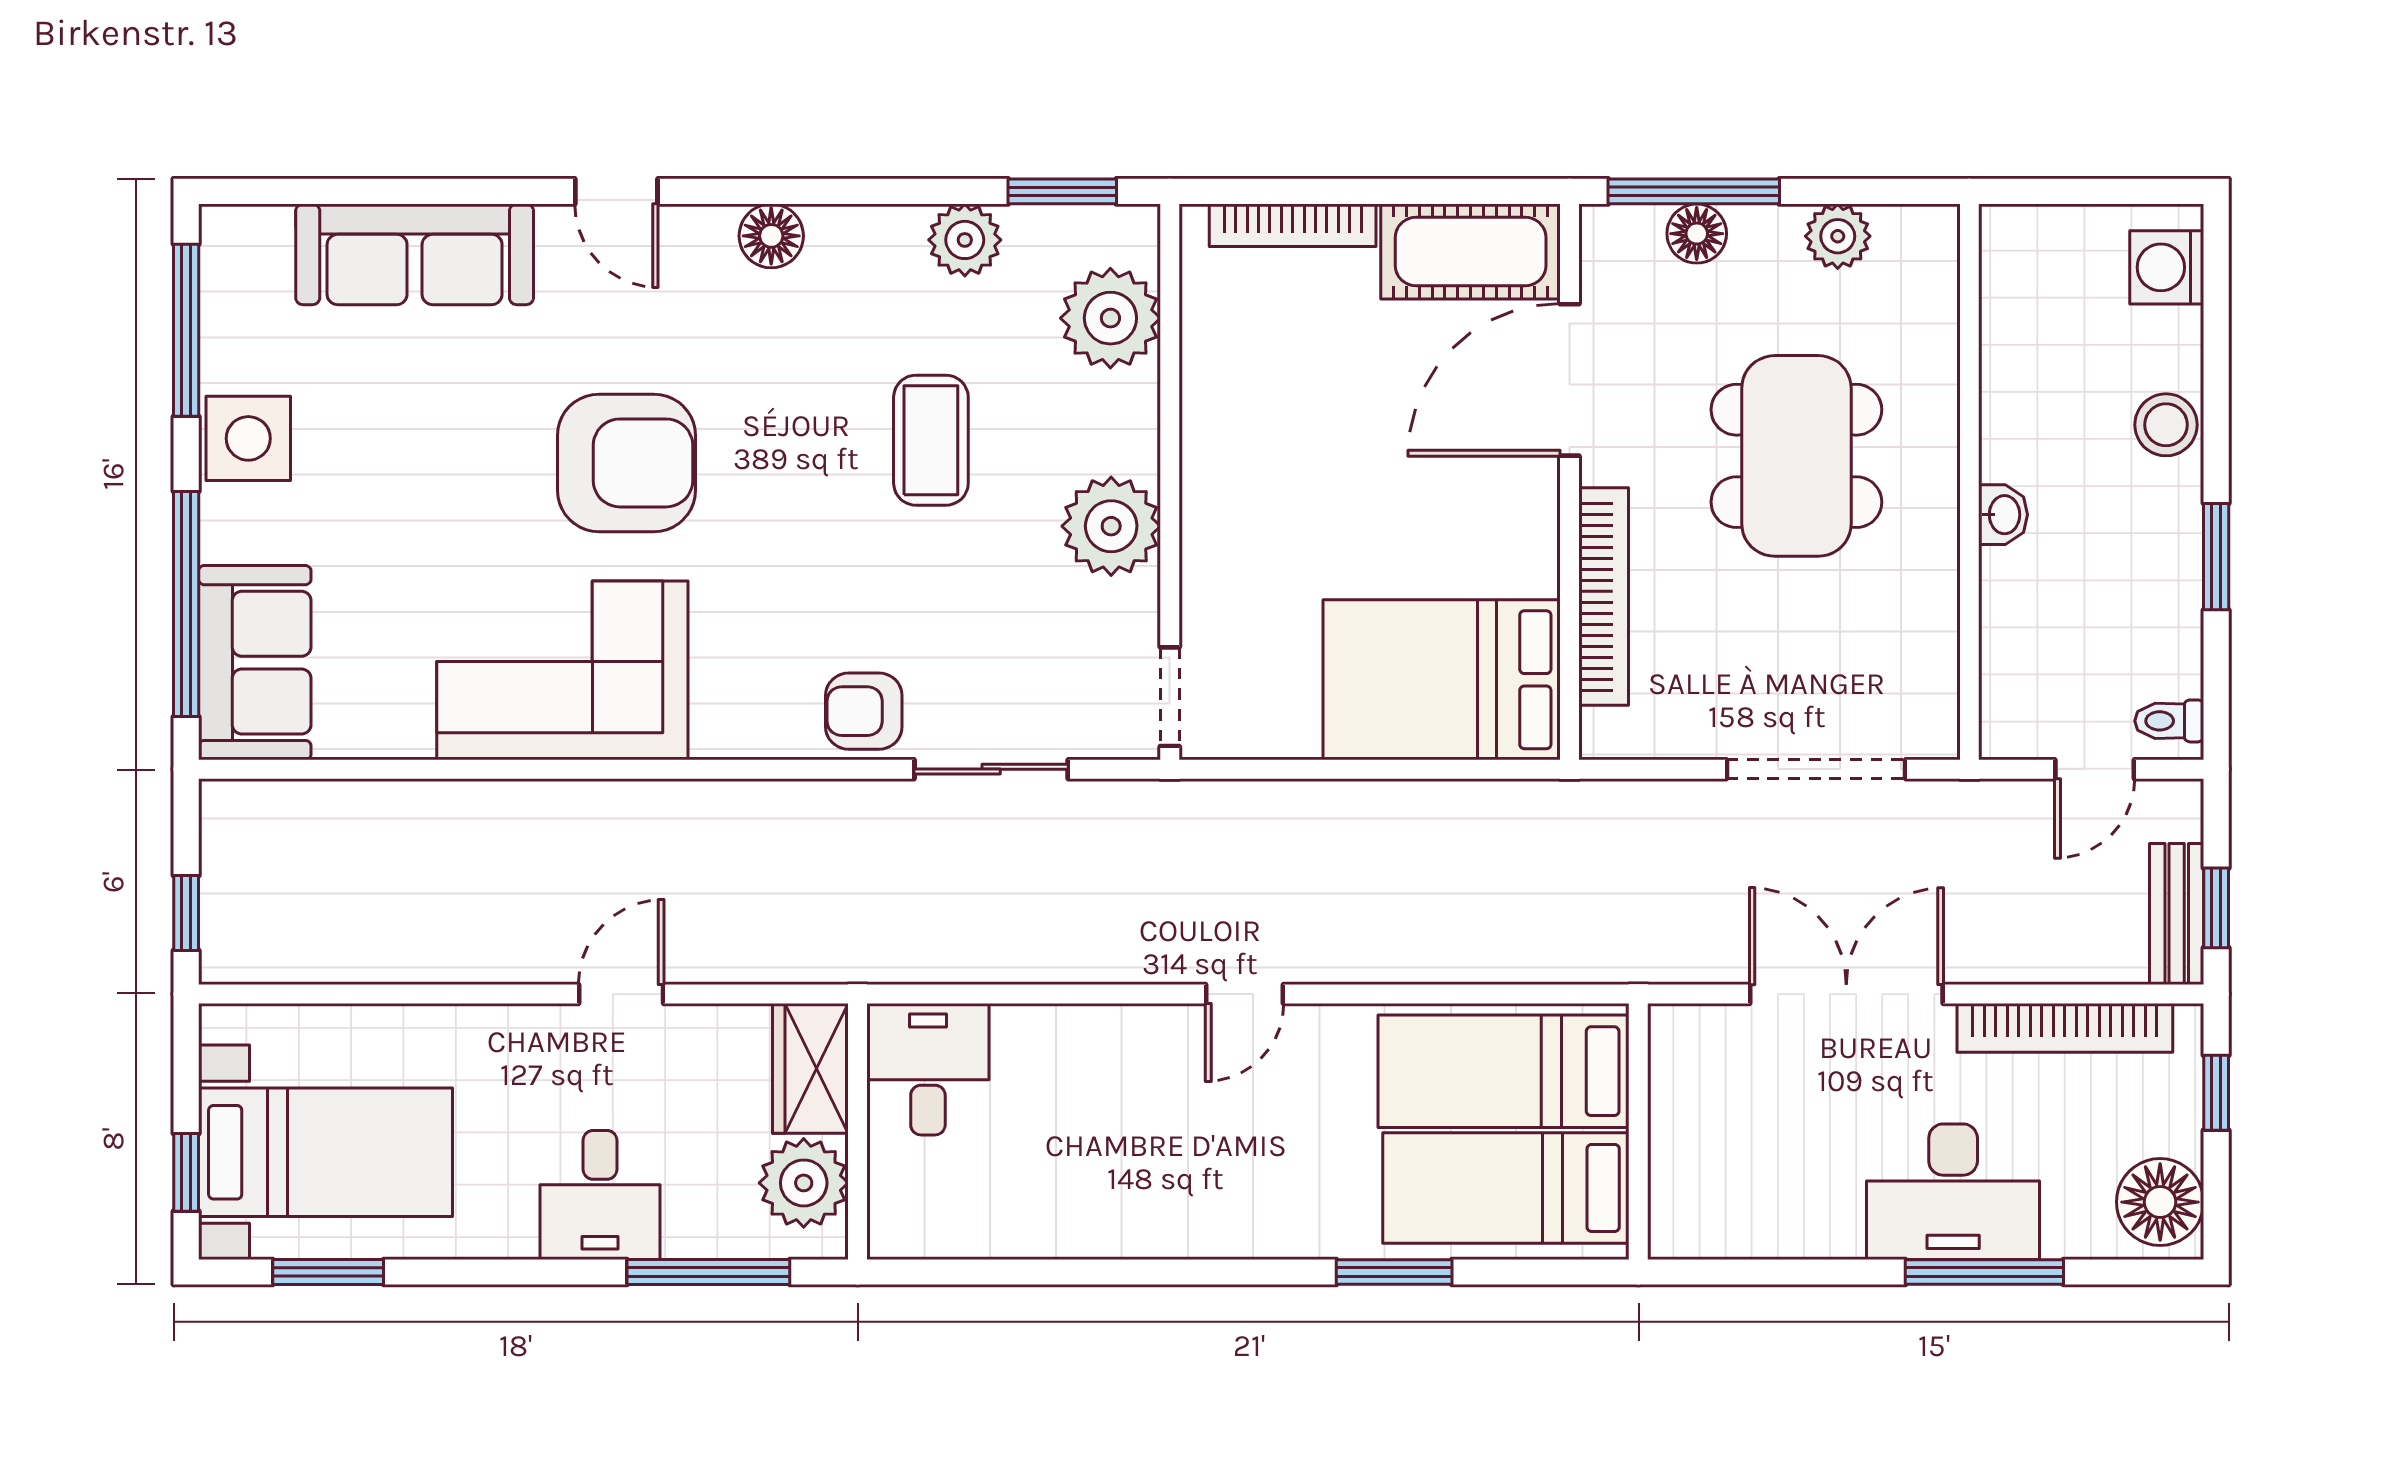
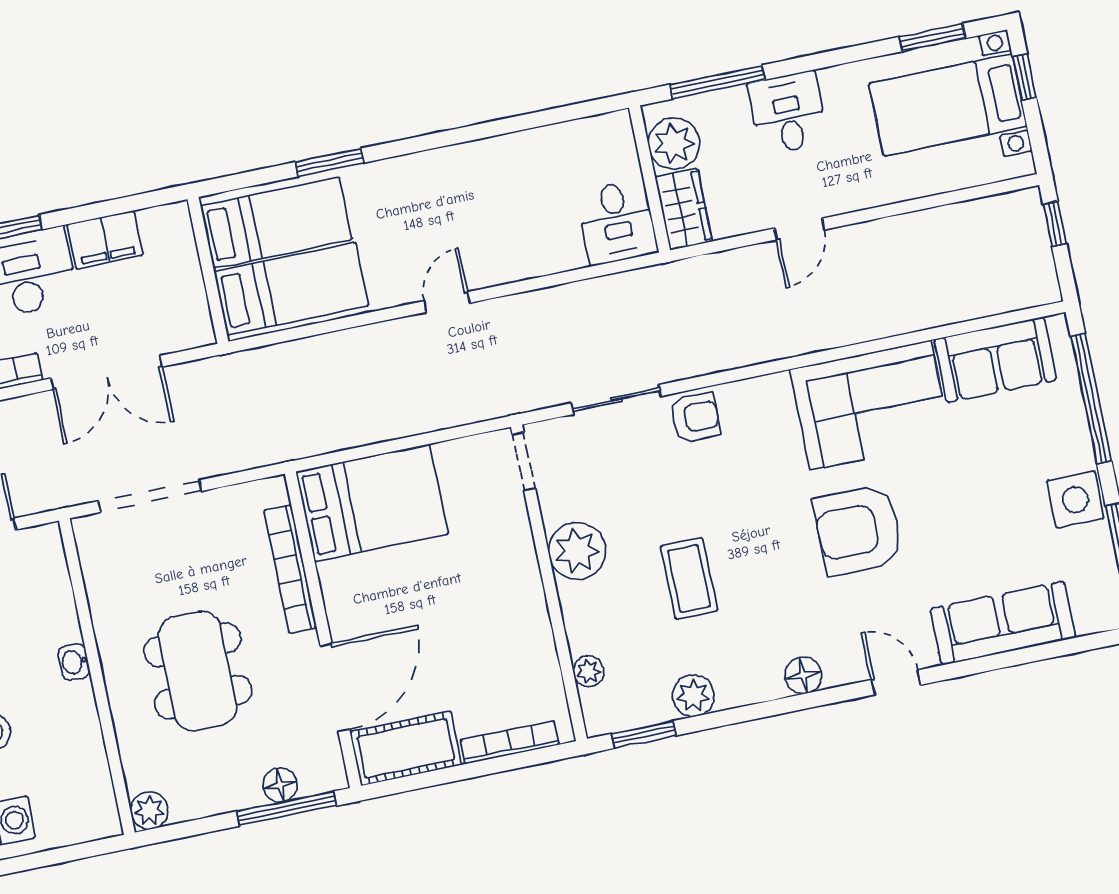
plant: (1838, 236) -> (149, 811), moved
plant: (1110, 318) -> (589, 671), width x0.53, depth x0.53
sofa: (255, 663) -> (995, 360), moved, turned -90
filing cabinet: (1802, 1220) -> (105, 240), added

